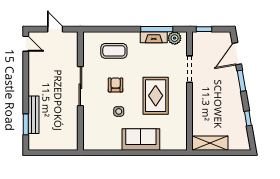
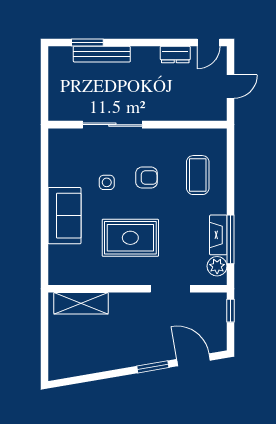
dresser: (34, 66) -> (175, 55), added
sliding door: (80, 86) -> (112, 125), moved
window: (248, 118) -> (96, 376), removed
shelving: (210, 143) -> (81, 303), moved, turned 90

